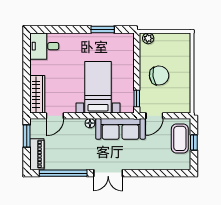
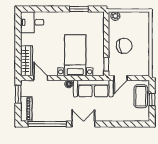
door: (55, 116) -> (41, 78), swing flipped
double door: (108, 173) -> (83, 124), swing flipped

